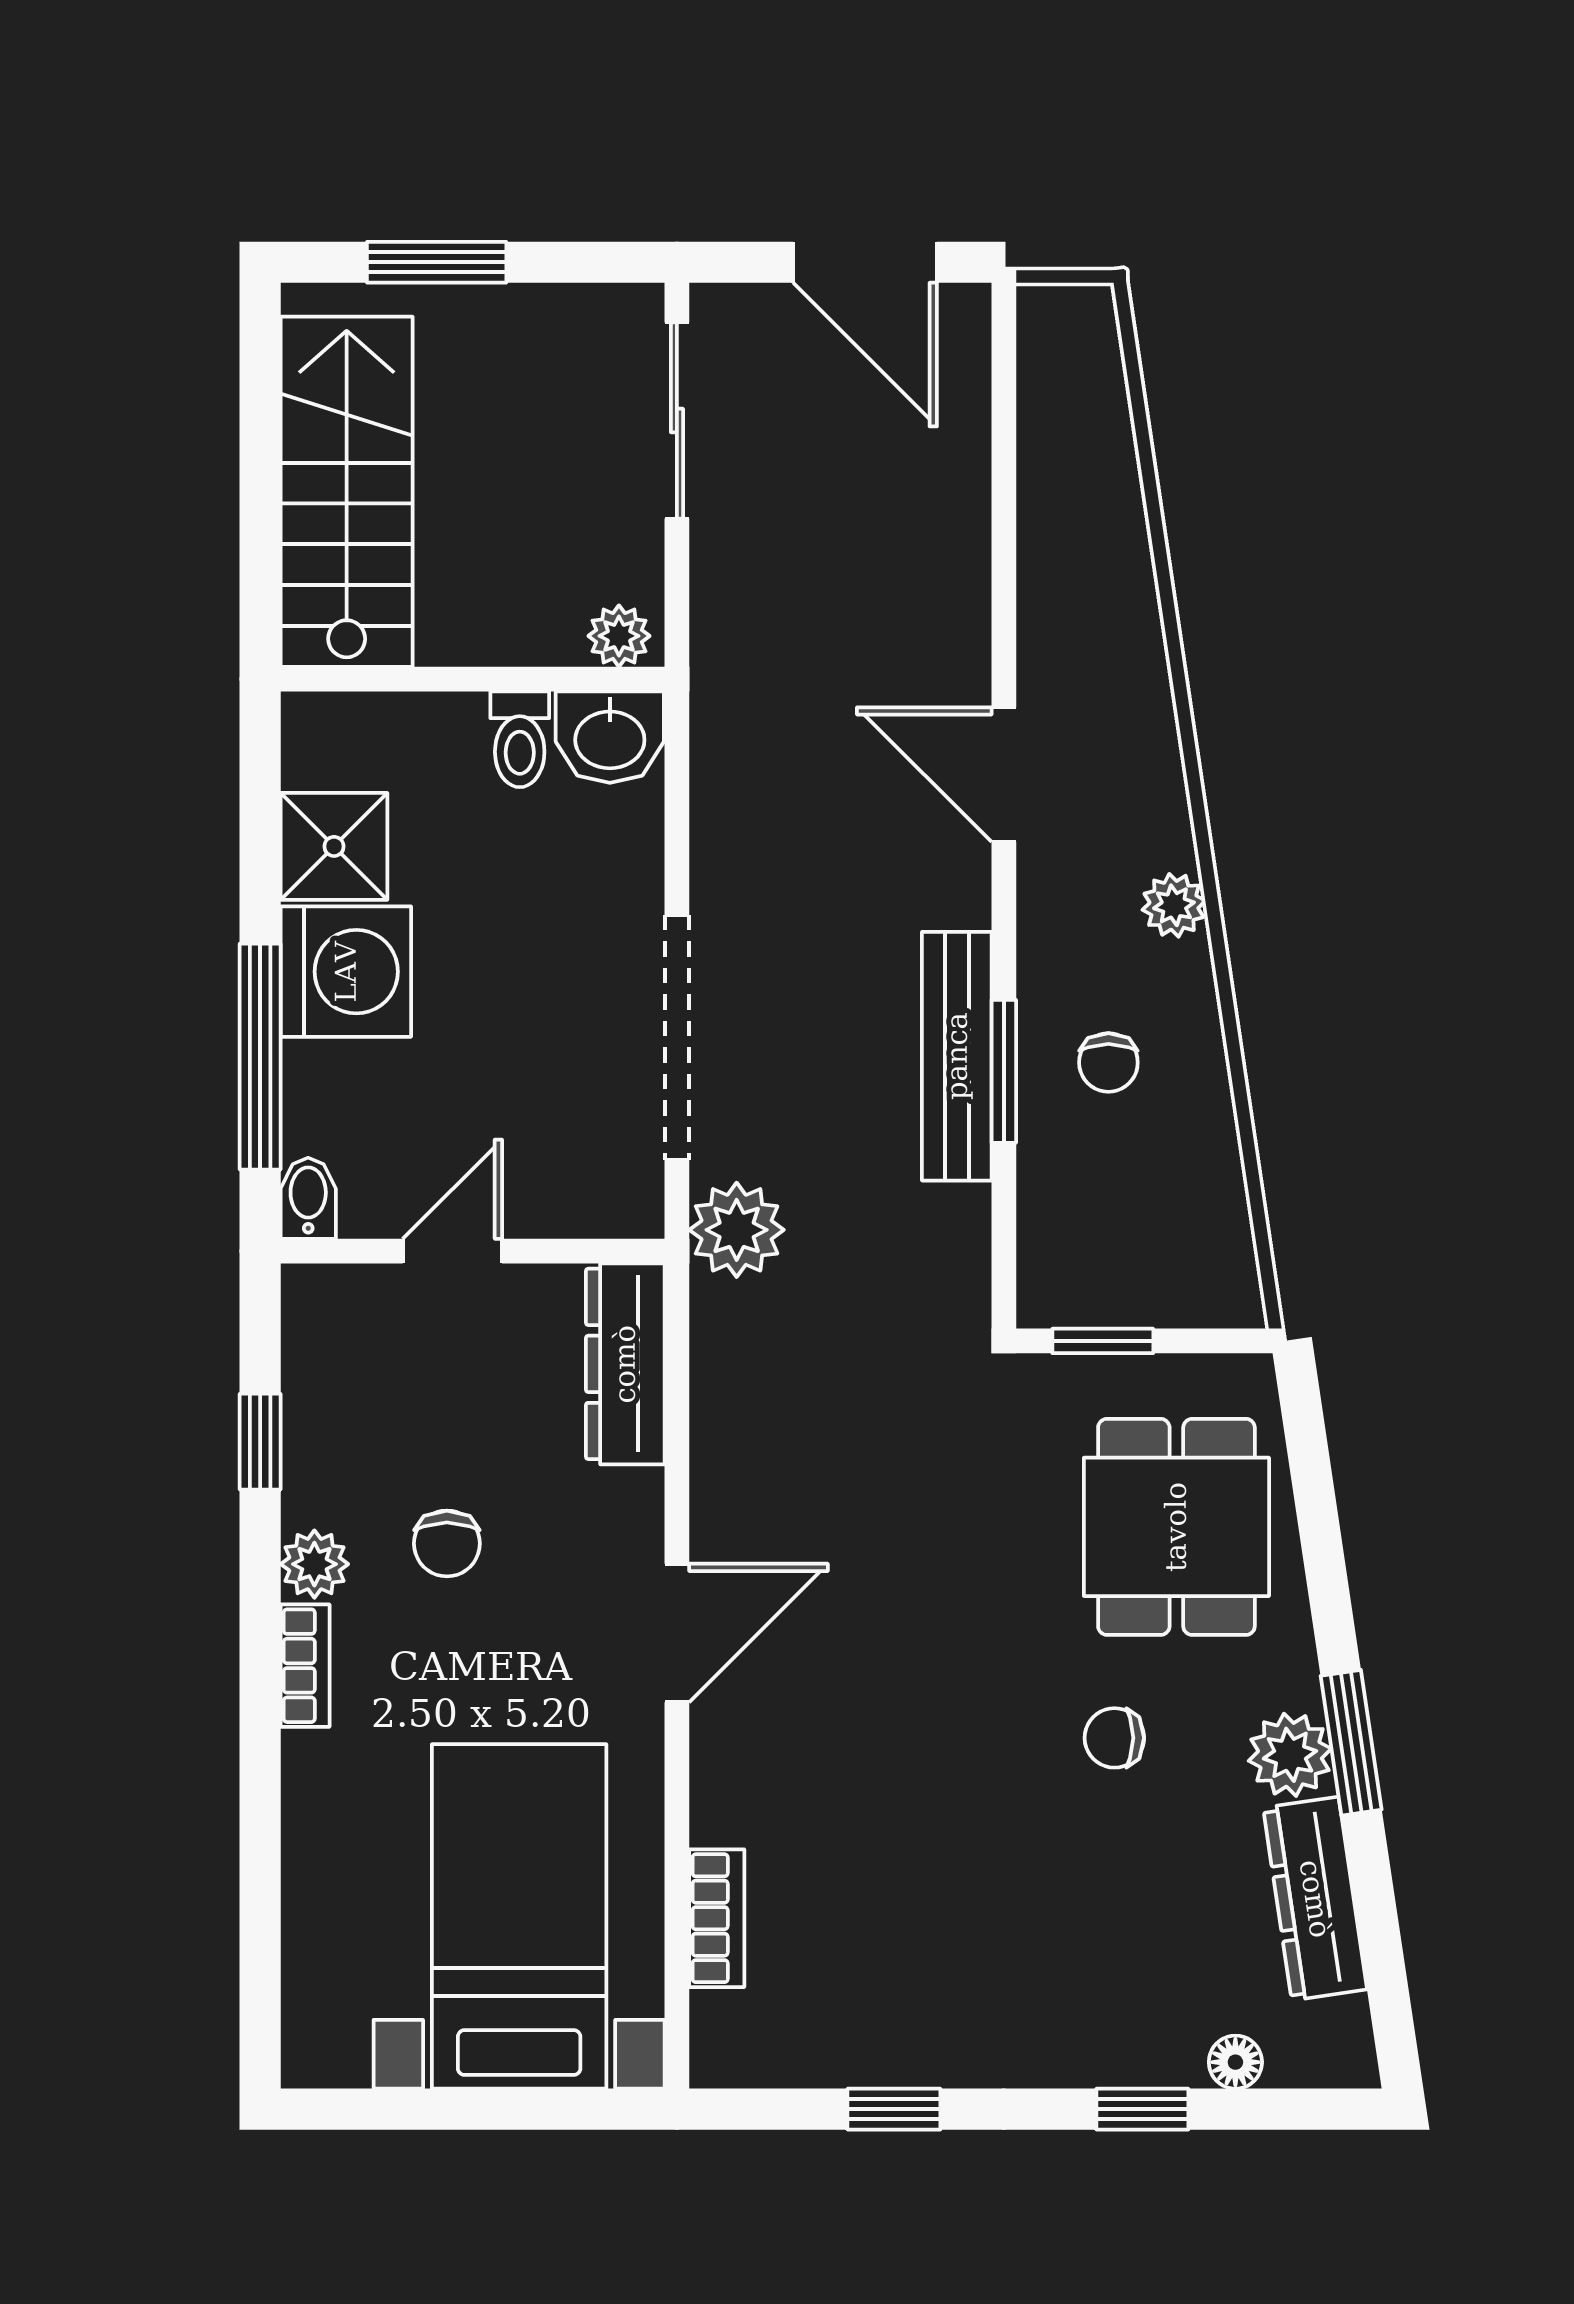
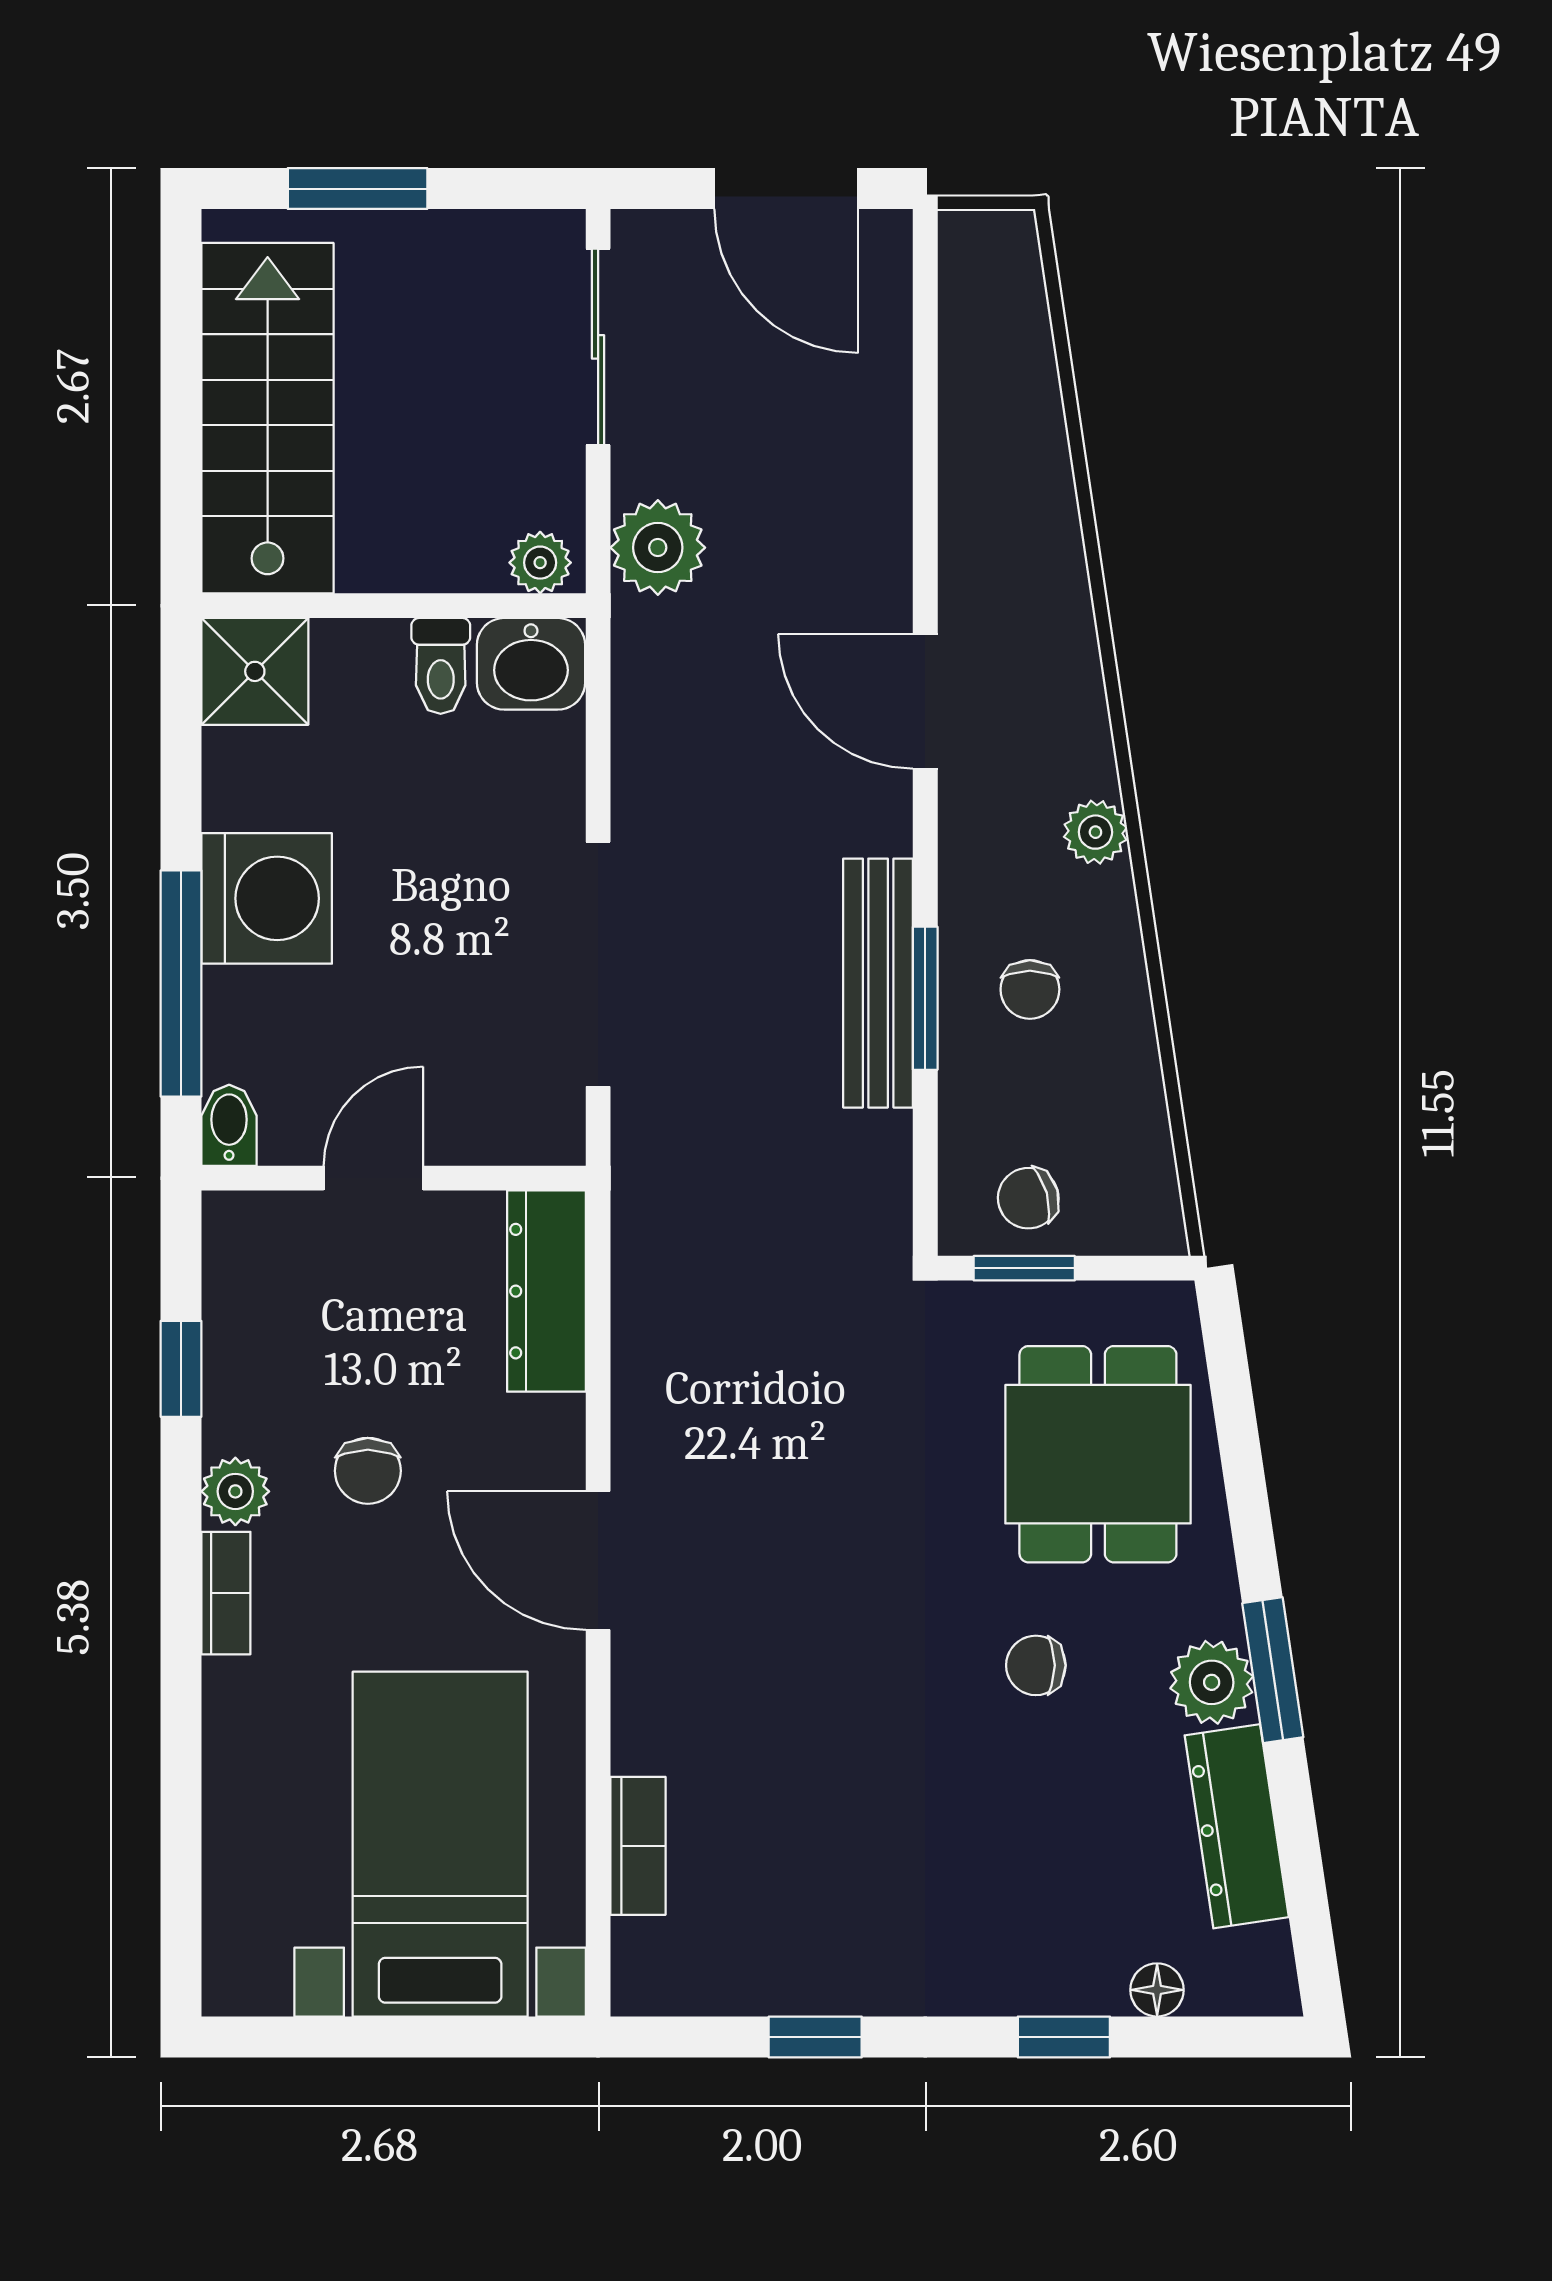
shower: (334, 846) -> (255, 671), moved
plant: (737, 1230) -> (658, 548), moved
chair: (1107, 1271) -> (1028, 1198), added
door: (677, 1633) -> (598, 1560), swing flipped

